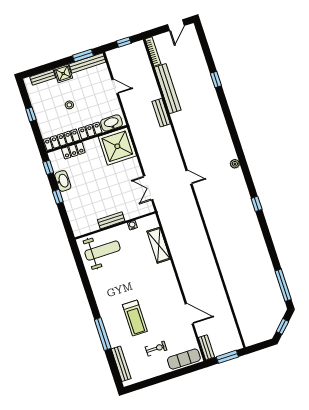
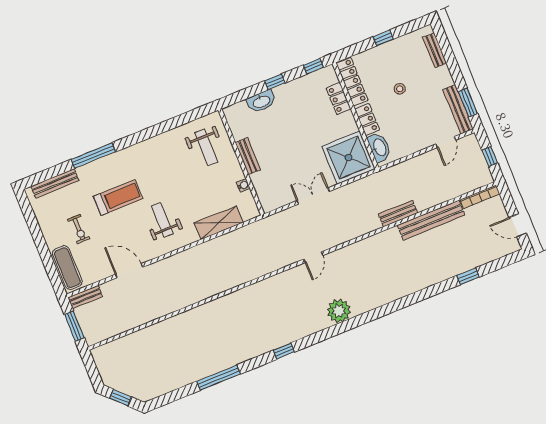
shower: (63, 73) -> (442, 78), removed
window: (216, 79) -> (468, 276), moved
door: (115, 87) -> (446, 142), moved
plant: (235, 164) -> (339, 311), width x1.87, depth x1.87
washbasin: (63, 181) -> (261, 101), moved
double door: (148, 188) -> (313, 196), moved
weight bench: (102, 251) -> (206, 147), width x0.73, depth x0.75
window: (283, 285) -> (219, 378), moved
weight bench: (154, 287) -> (162, 220), added
door: (189, 314) -> (129, 271), swing flipped
treadmill: (135, 318) -> (118, 198), turned 180

